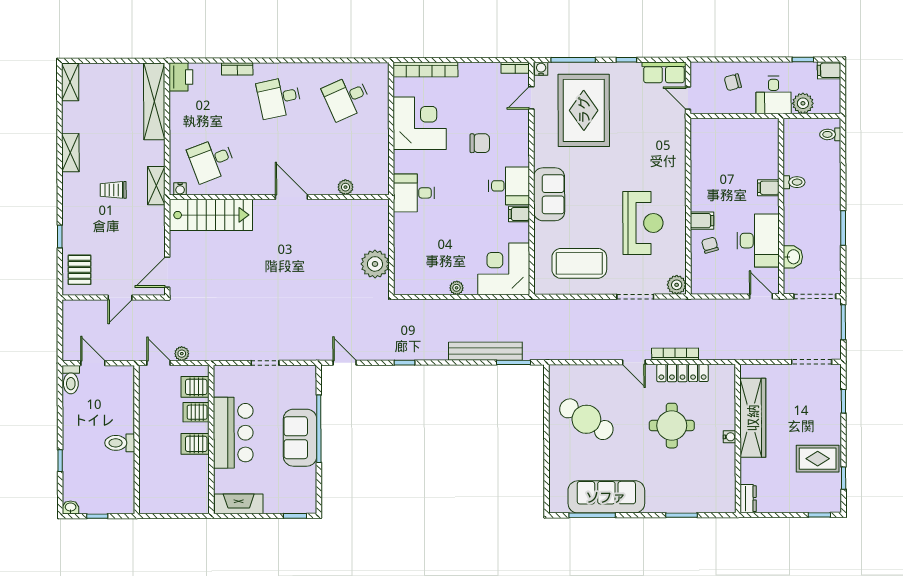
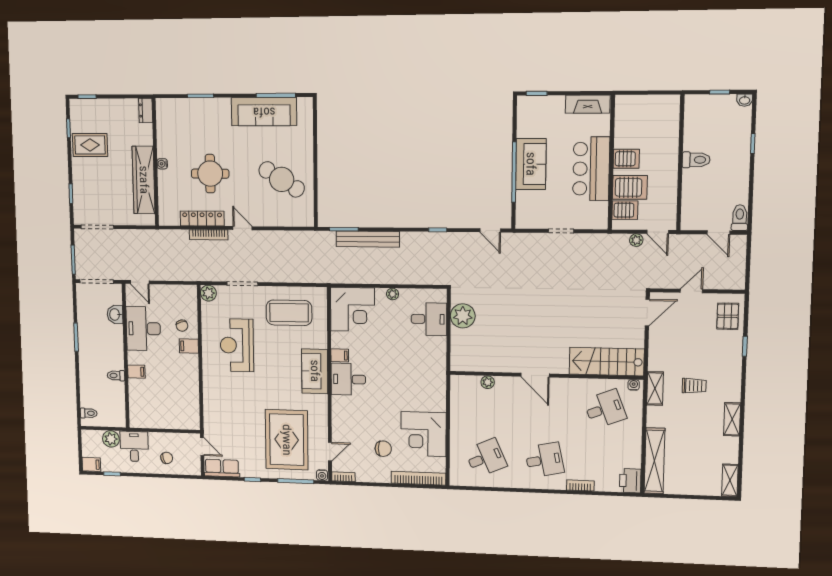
chair: (480, 143) -> (383, 449), moved, turned 180
desk: (414, 193) -> (429, 319), moved
server rack: (196, 412) -> (630, 187), width x1.36, depth x1.44

